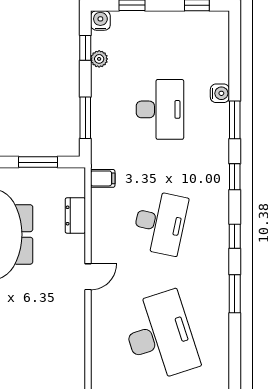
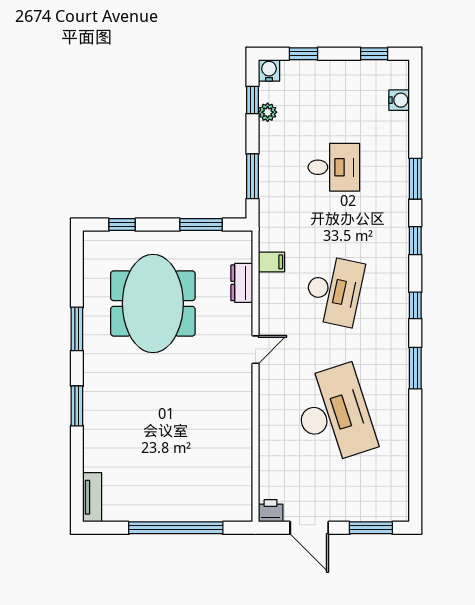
water cooler: (220, 93) -> (399, 100), moved
desk: (160, 109) -> (334, 167), width x0.73
filing cabinet: (103, 178) -> (271, 262), moved

